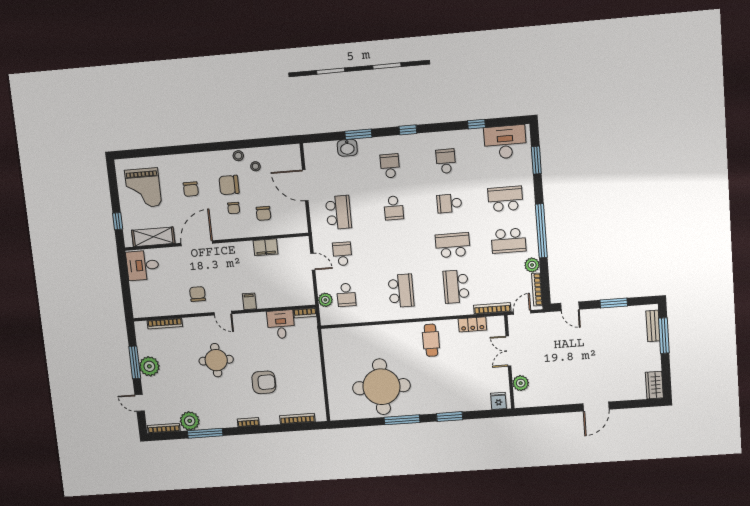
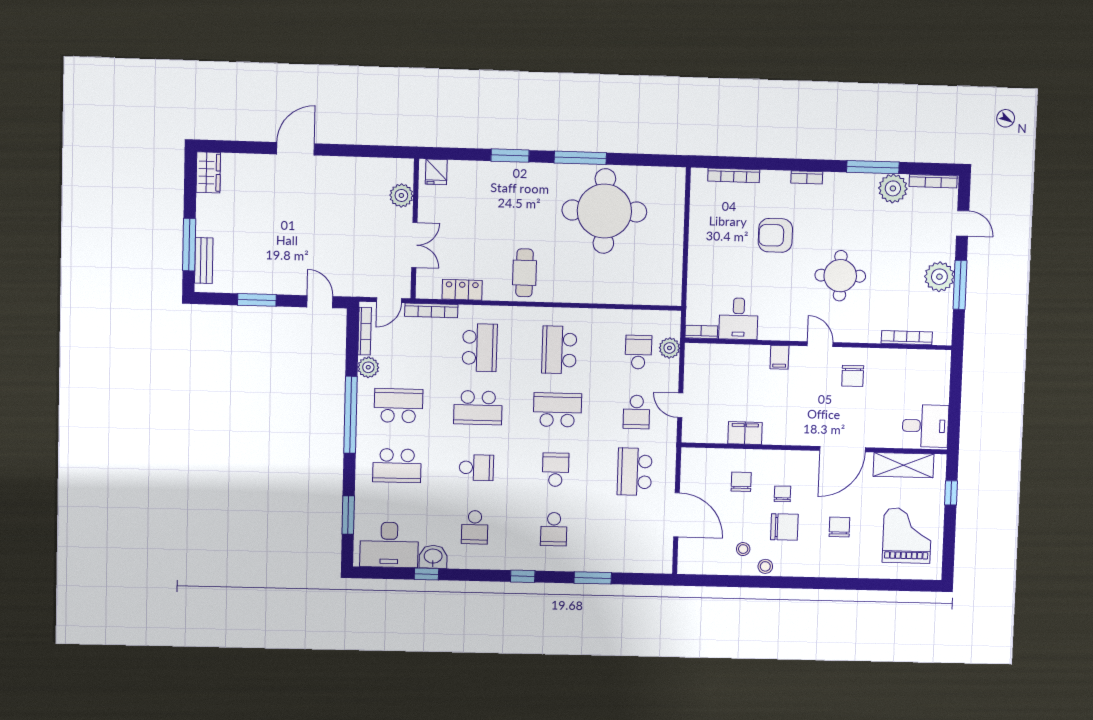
washbasin: (347, 148) -> (433, 557), moved
school desk: (397, 250) -> (557, 410), added

